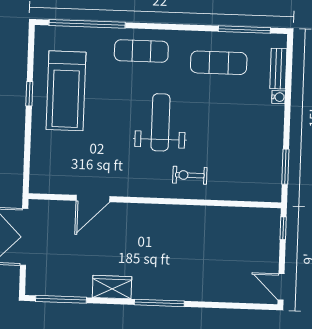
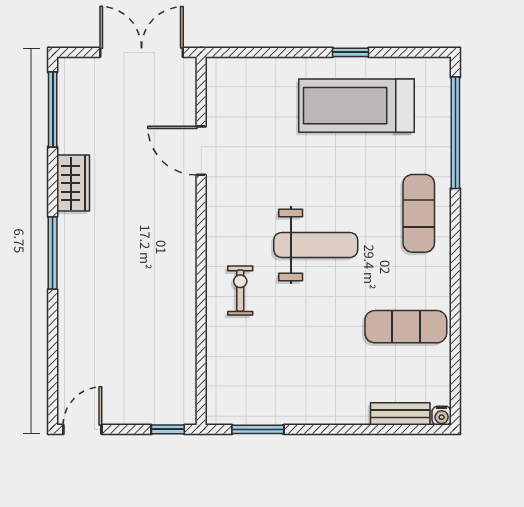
window: (244, 30) -> (455, 362), removed
exercise mat: (219, 63) -> (406, 327), turned 90
water cooler: (279, 97) -> (442, 416), moved

